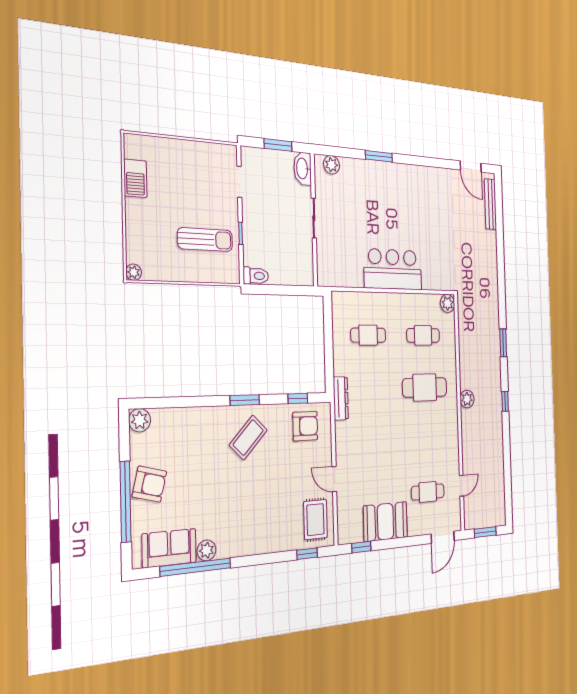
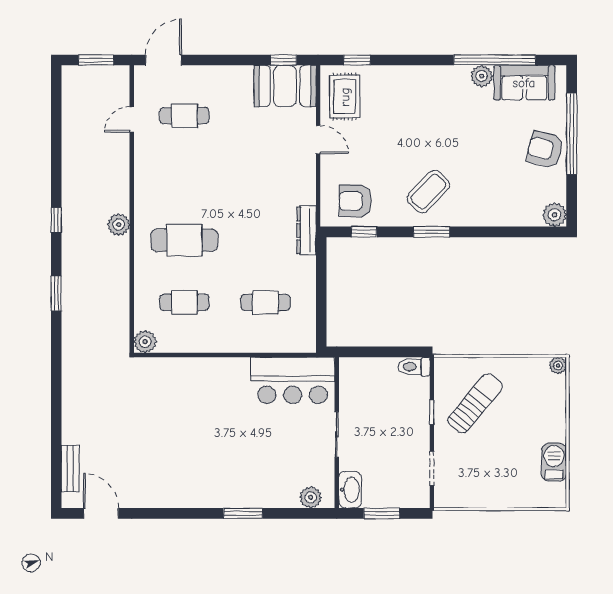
bench: (490, 204) -> (70, 468), width x0.73
sun lounger: (205, 239) -> (475, 403), turned 130
bar counter: (393, 269) -> (293, 380), moved
booth: (385, 522) -> (285, 86), moved

